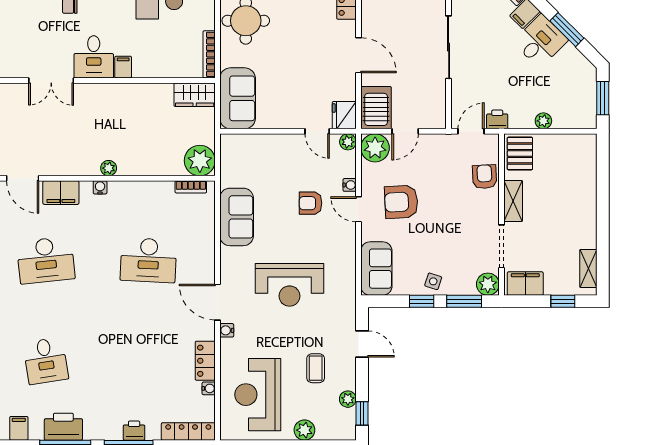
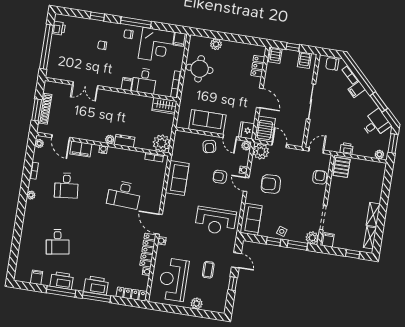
desk: (540, 41) -> (376, 124), moved
desk: (94, 57) -> (144, 81), moved
sofa: (238, 98) -> (207, 122), moved, turned -90
printer: (497, 119) -> (346, 149), moved
plant: (543, 121) -> (379, 154), moved
door: (405, 131) -> (279, 145), swing flipped
armchair: (284, 153) -> (209, 146), added
dresser: (135, 167) -> (125, 141), added
shelving: (513, 201) -> (373, 215), moved
desk: (46, 260) -> (66, 185), width x0.73
filing cabinet: (525, 284) -> (328, 240), width x0.50
reception desk: (289, 285) -> (216, 221), moved
locker: (205, 361) -> (148, 250), width x1.53
plant: (348, 399) -> (224, 290), removed
window: (362, 413) -> (233, 284), moved
printer: (134, 431) -> (96, 285), width x1.87, depth x1.48

